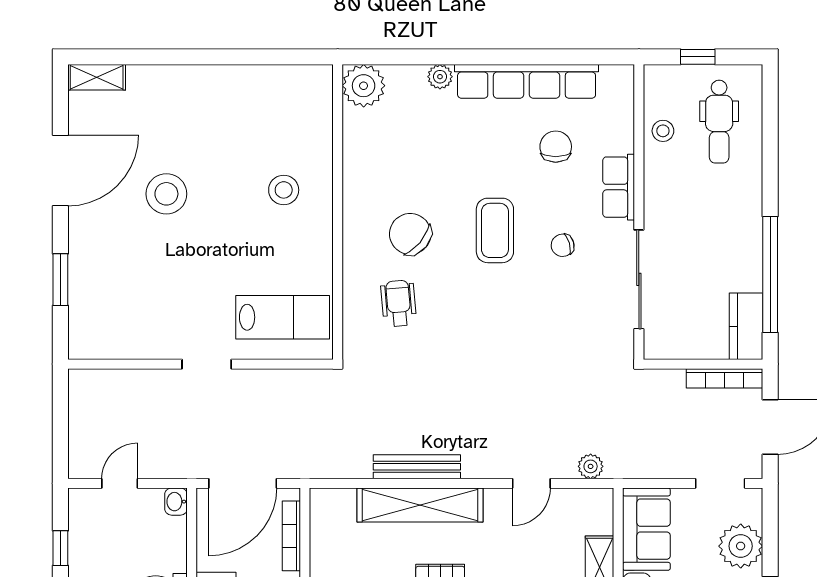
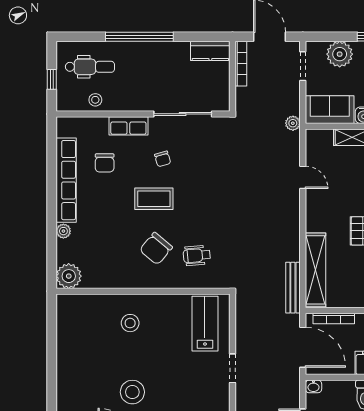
chair: (556, 147) -> (105, 163), turned -90
window: (770, 275) -> (139, 37), moved
plant: (591, 466) -> (293, 123), moved
bench: (417, 467) -> (293, 288), moved
shelving: (420, 505) -> (316, 270), moved

